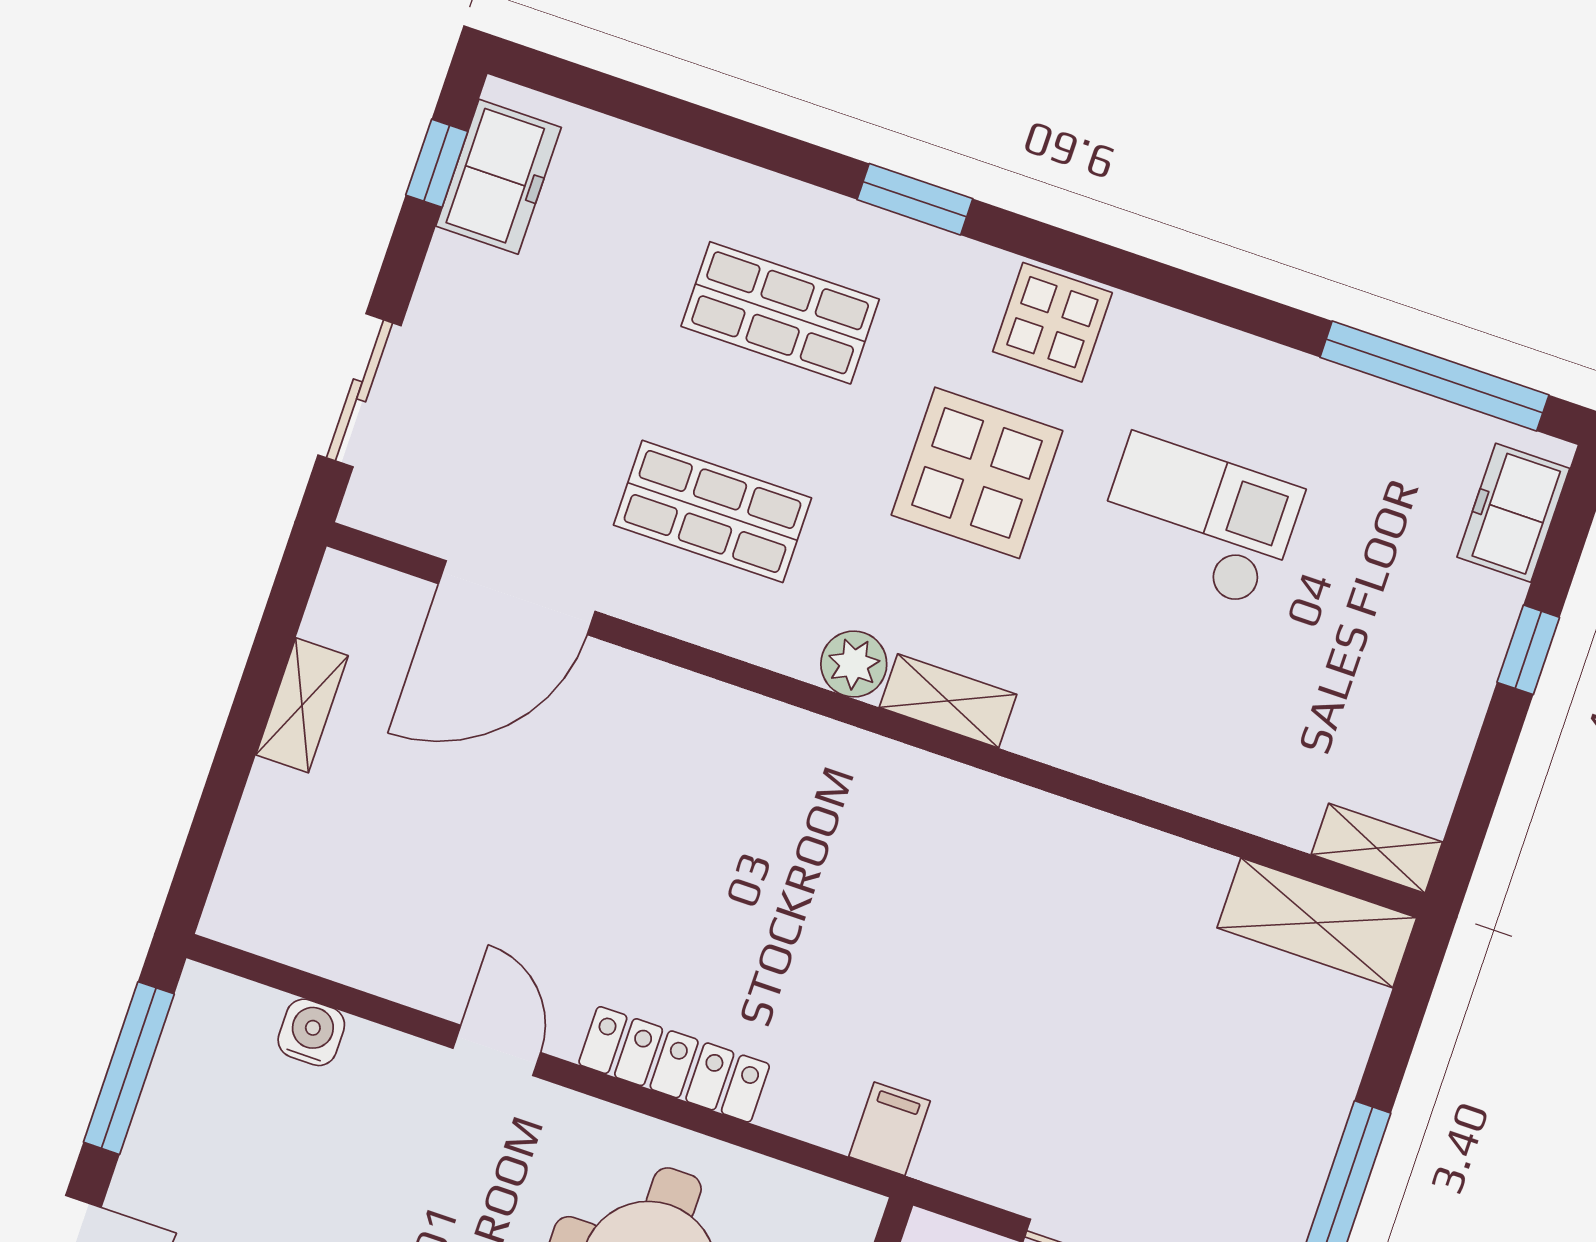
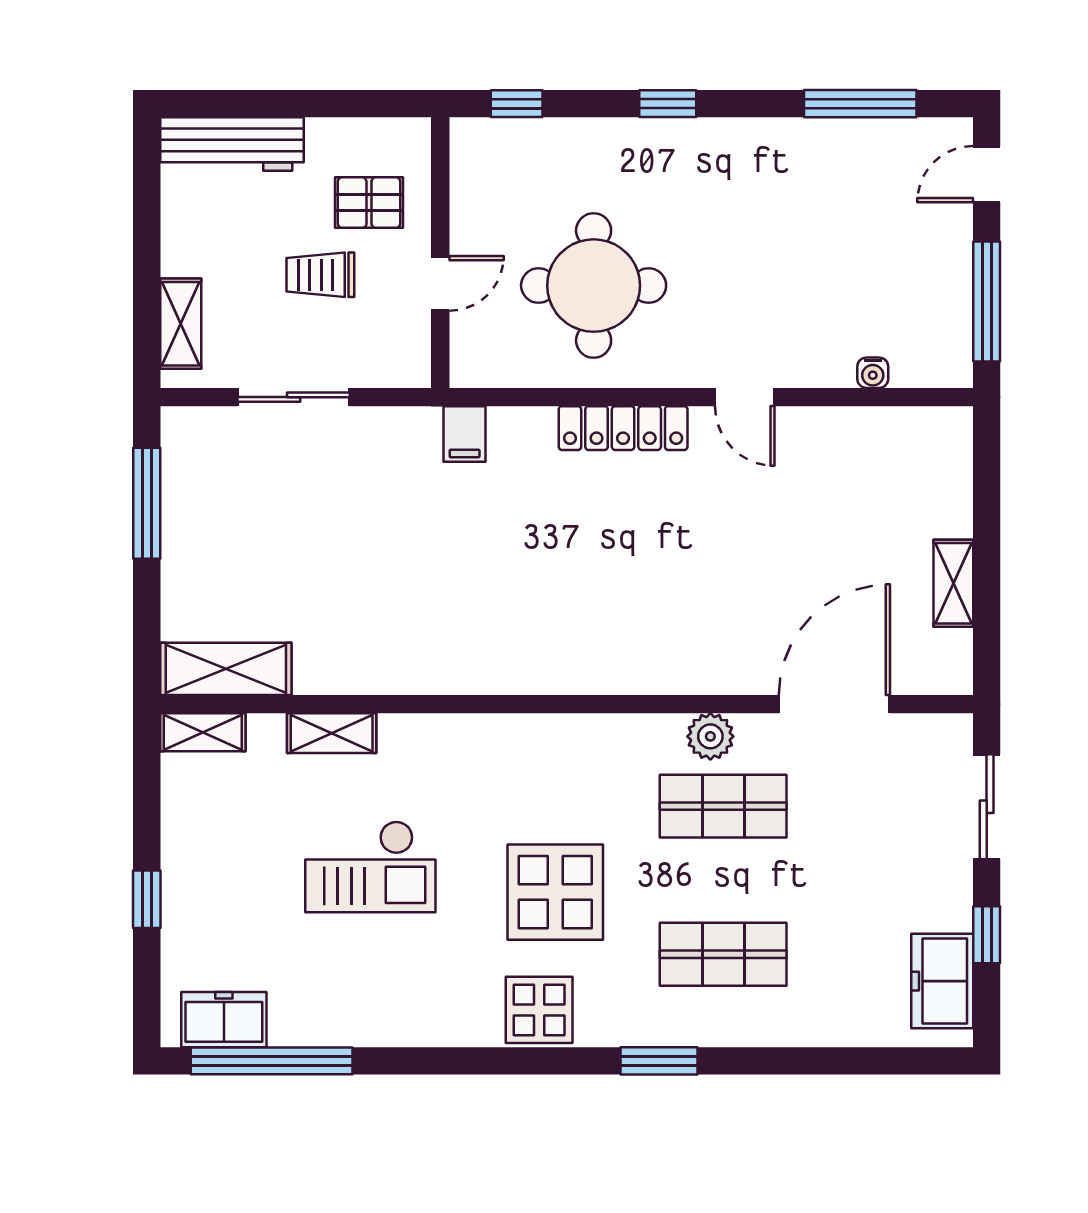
window: (437, 163) -> (987, 935), moved
freezer: (1513, 513) -> (224, 1020), moved, turned -90
checkout: (1198, 521) -> (370, 867), moved
plant: (854, 664) -> (710, 736), moved
shelving: (948, 701) -> (332, 733), moved
water cooler: (311, 1032) -> (873, 373), width x0.72, depth x0.72

